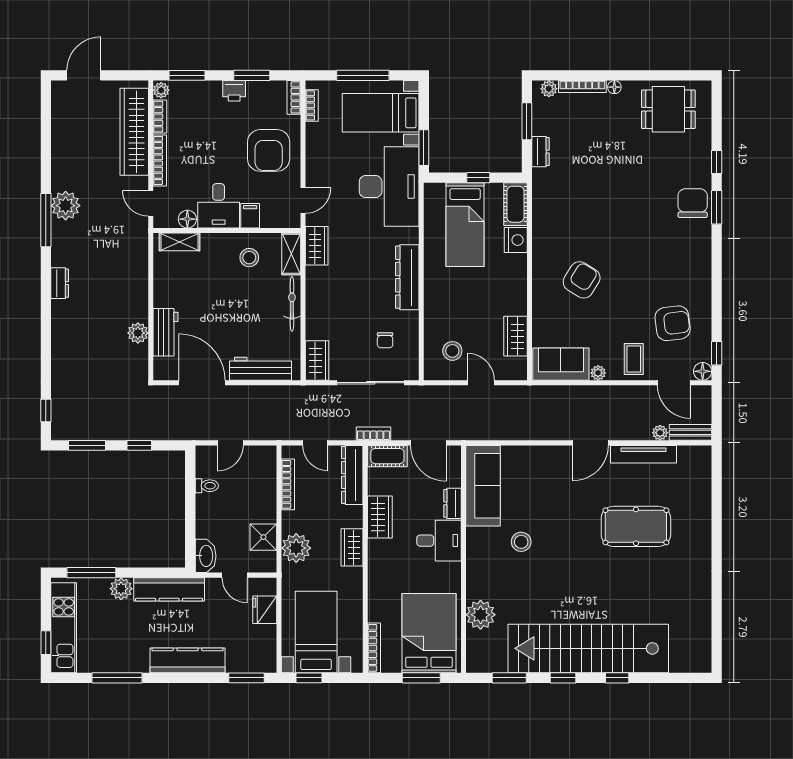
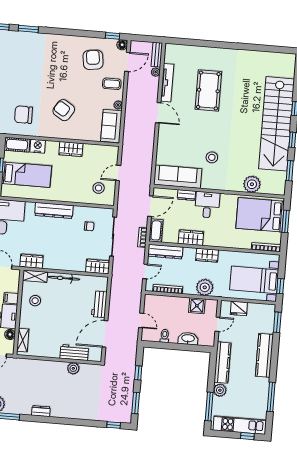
chair: (693, 203) -> (24, 115), moved
wardrobe: (516, 336) -> (71, 149), moved
workbench: (260, 369) -> (99, 304), width x0.73
washbasin: (206, 556) -> (188, 339), moved

